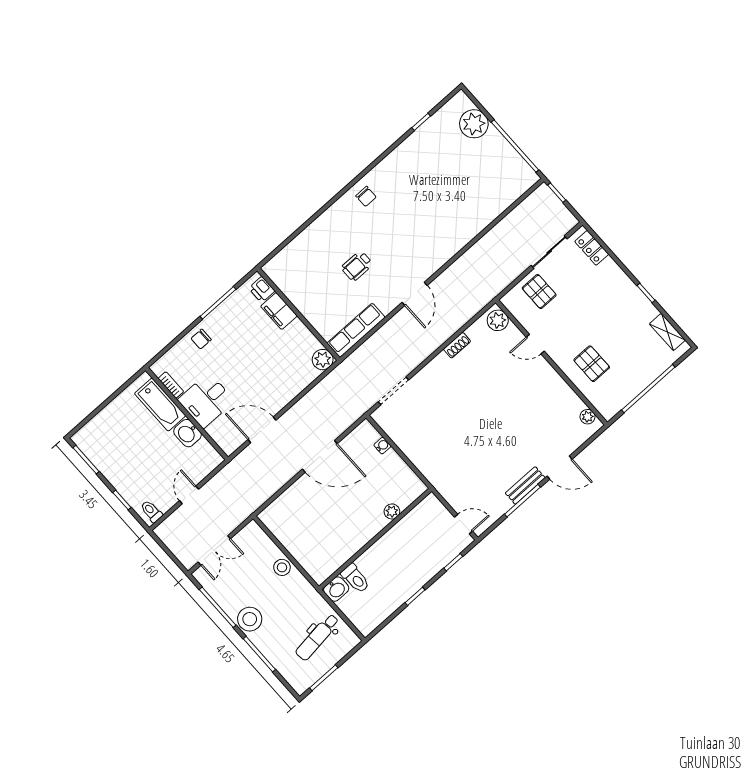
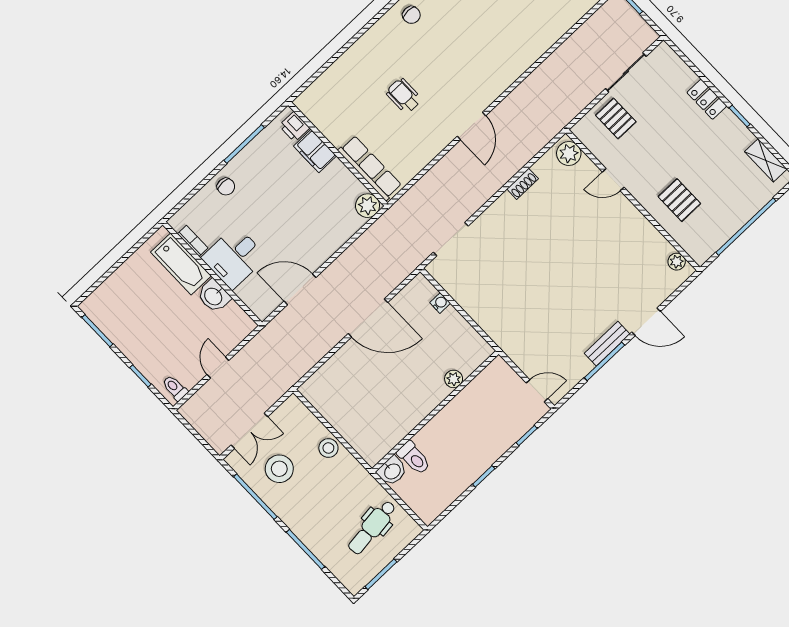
locker: (592, 248) -> (707, 99), moved
wheelchair: (357, 266) -> (404, 96), turned 90
row of seats: (356, 330) -> (370, 168), moved, turned 90
chair: (201, 339) -> (226, 187), turned -90
stool: (250, 619) -> (279, 469), moved

